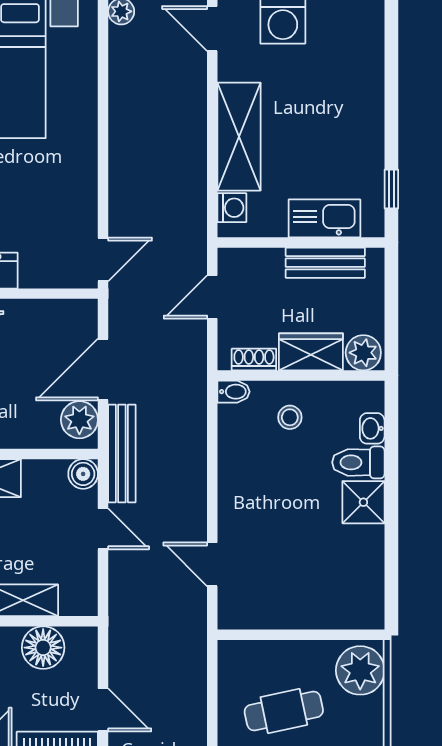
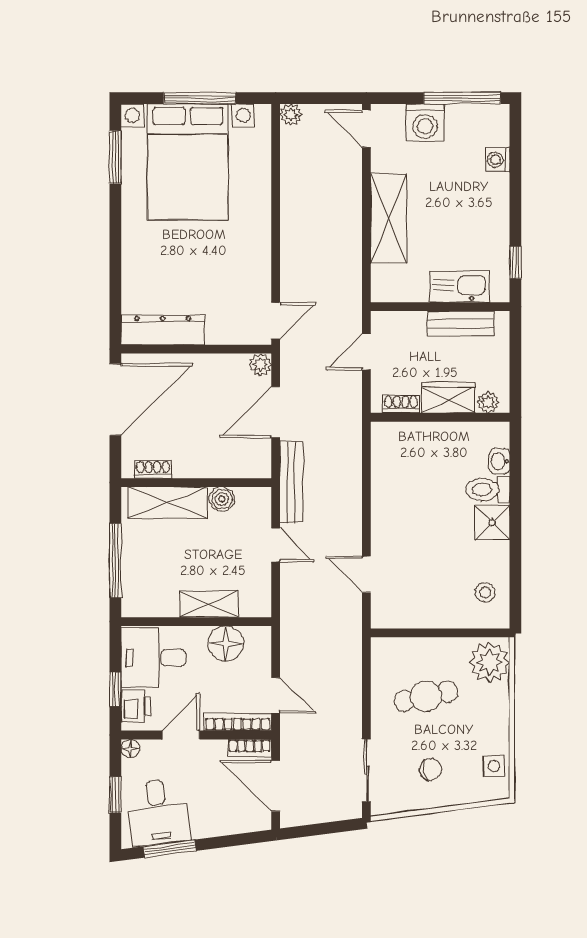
washing machine: (232, 208) -> (498, 160), moved, turned 180
plant: (363, 353) -> (488, 402), width x0.73, depth x0.73
bidet: (234, 392) -> (384, 431), removed
stool: (290, 417) -> (485, 592), moved
plant: (79, 420) -> (260, 365), moved, width x0.73, depth x0.73
boiler: (83, 474) -> (222, 499), moved

